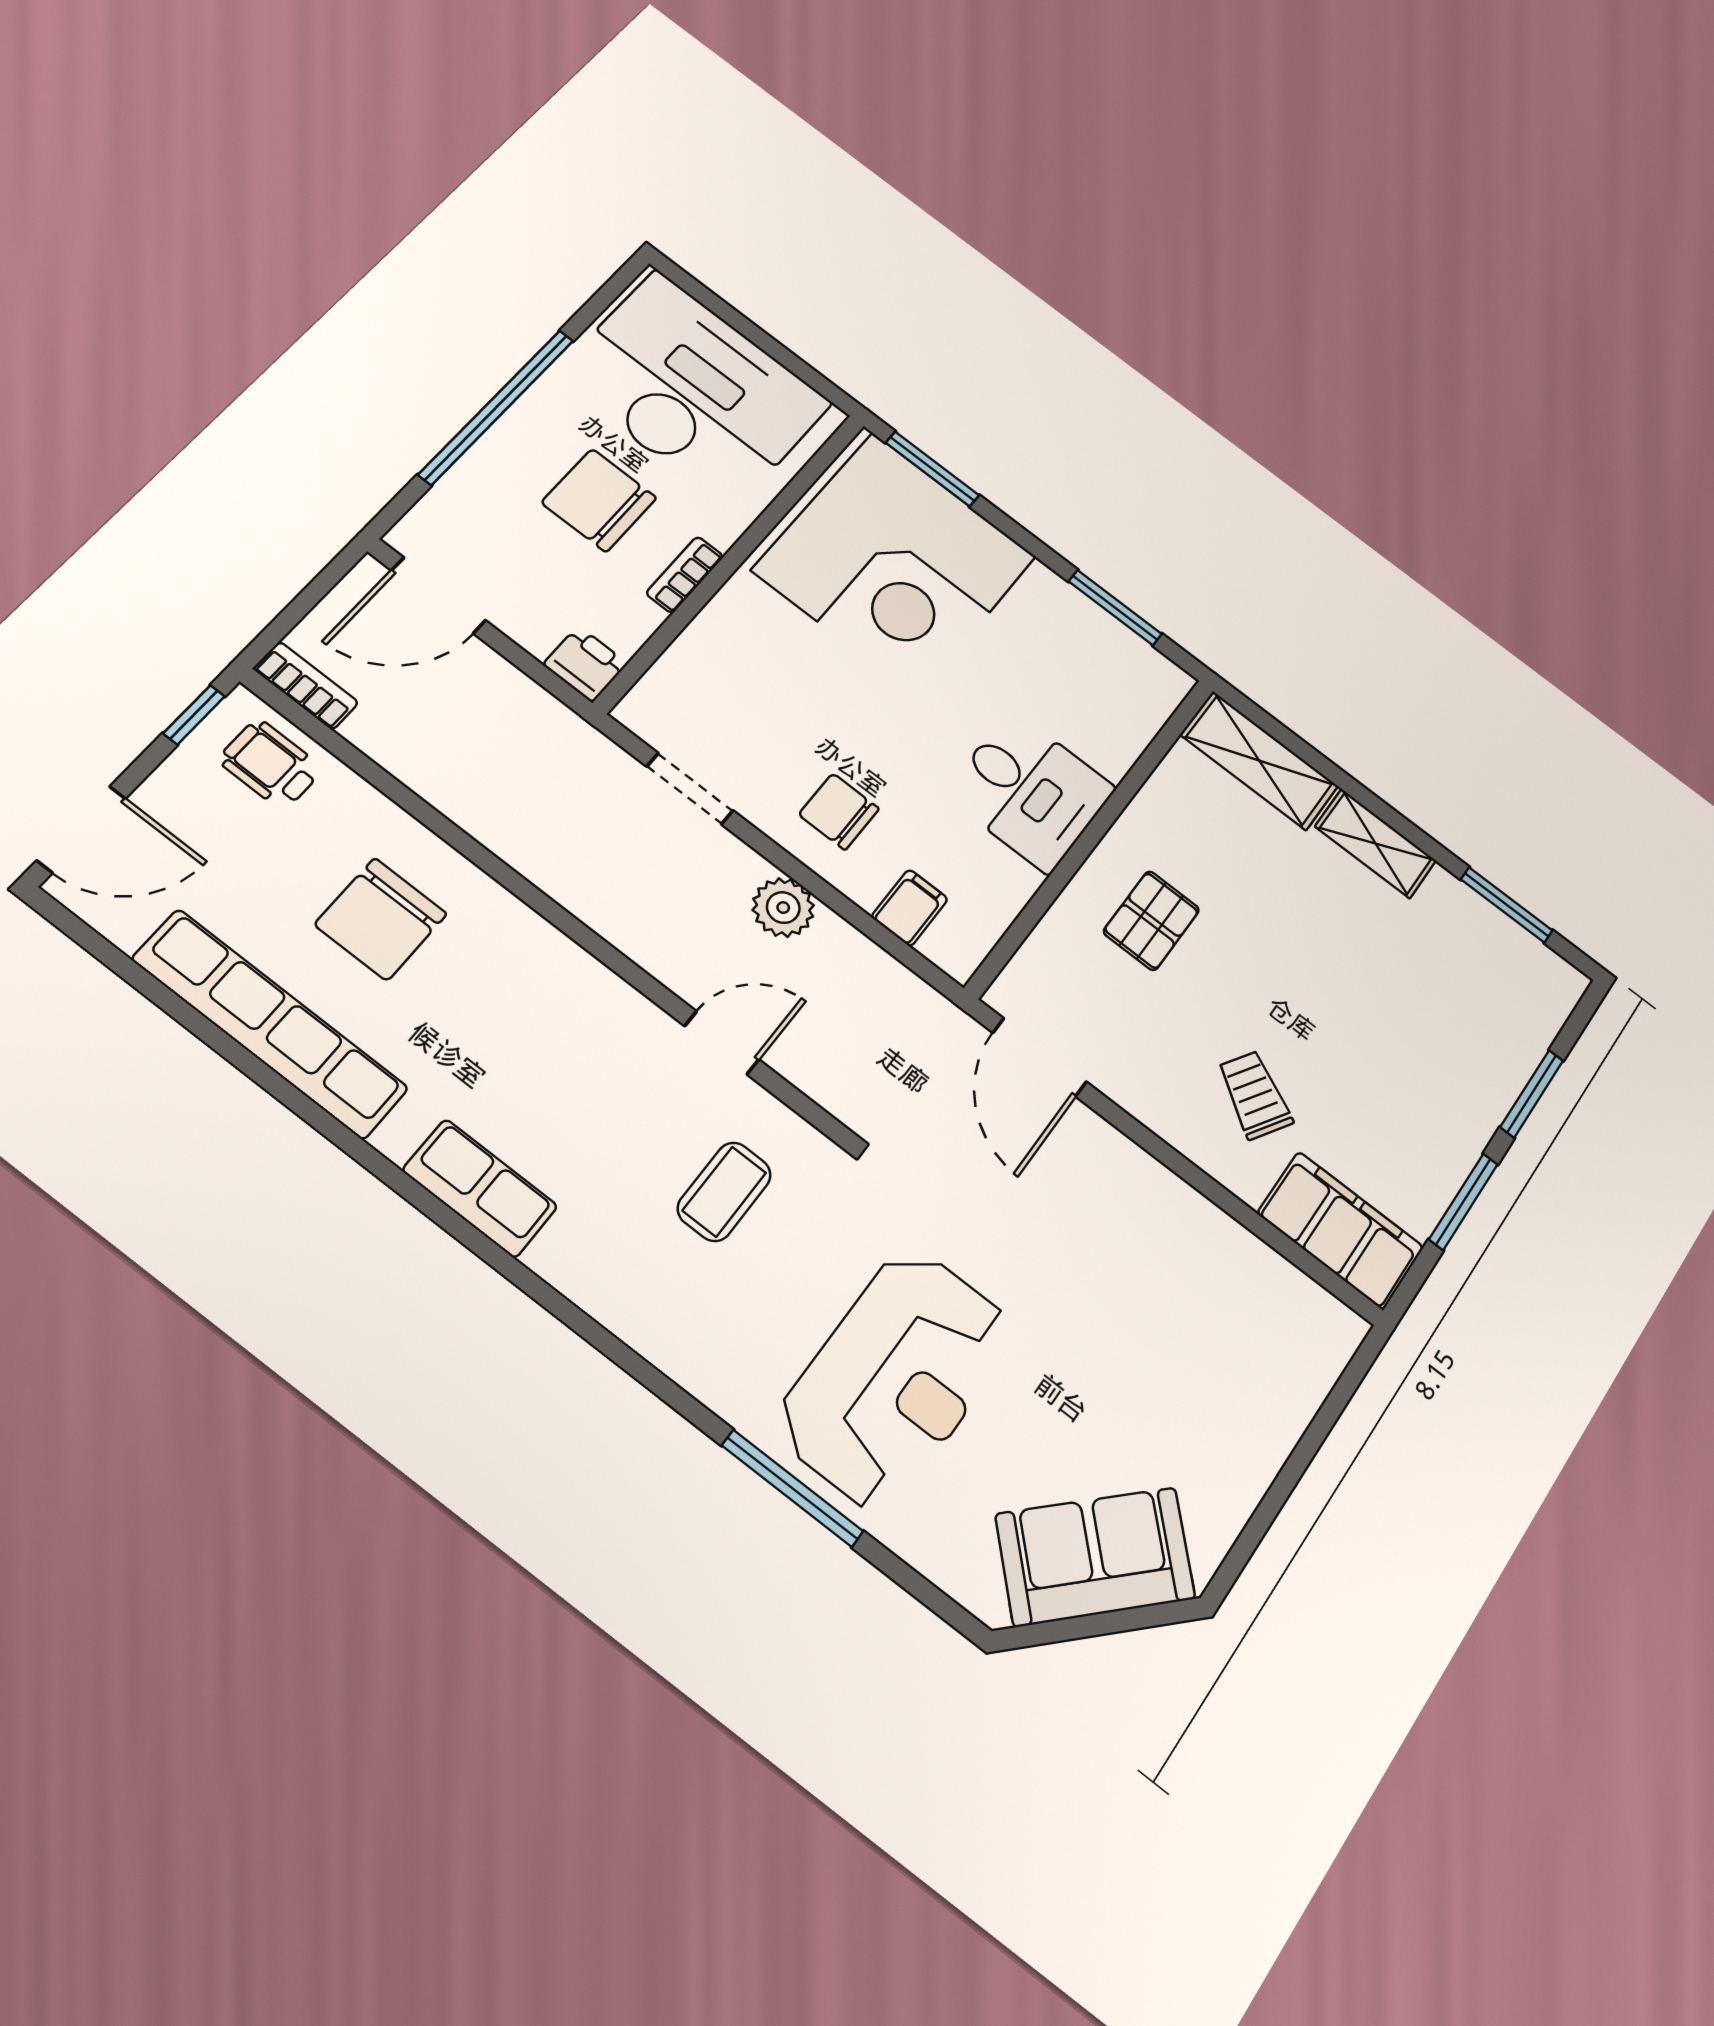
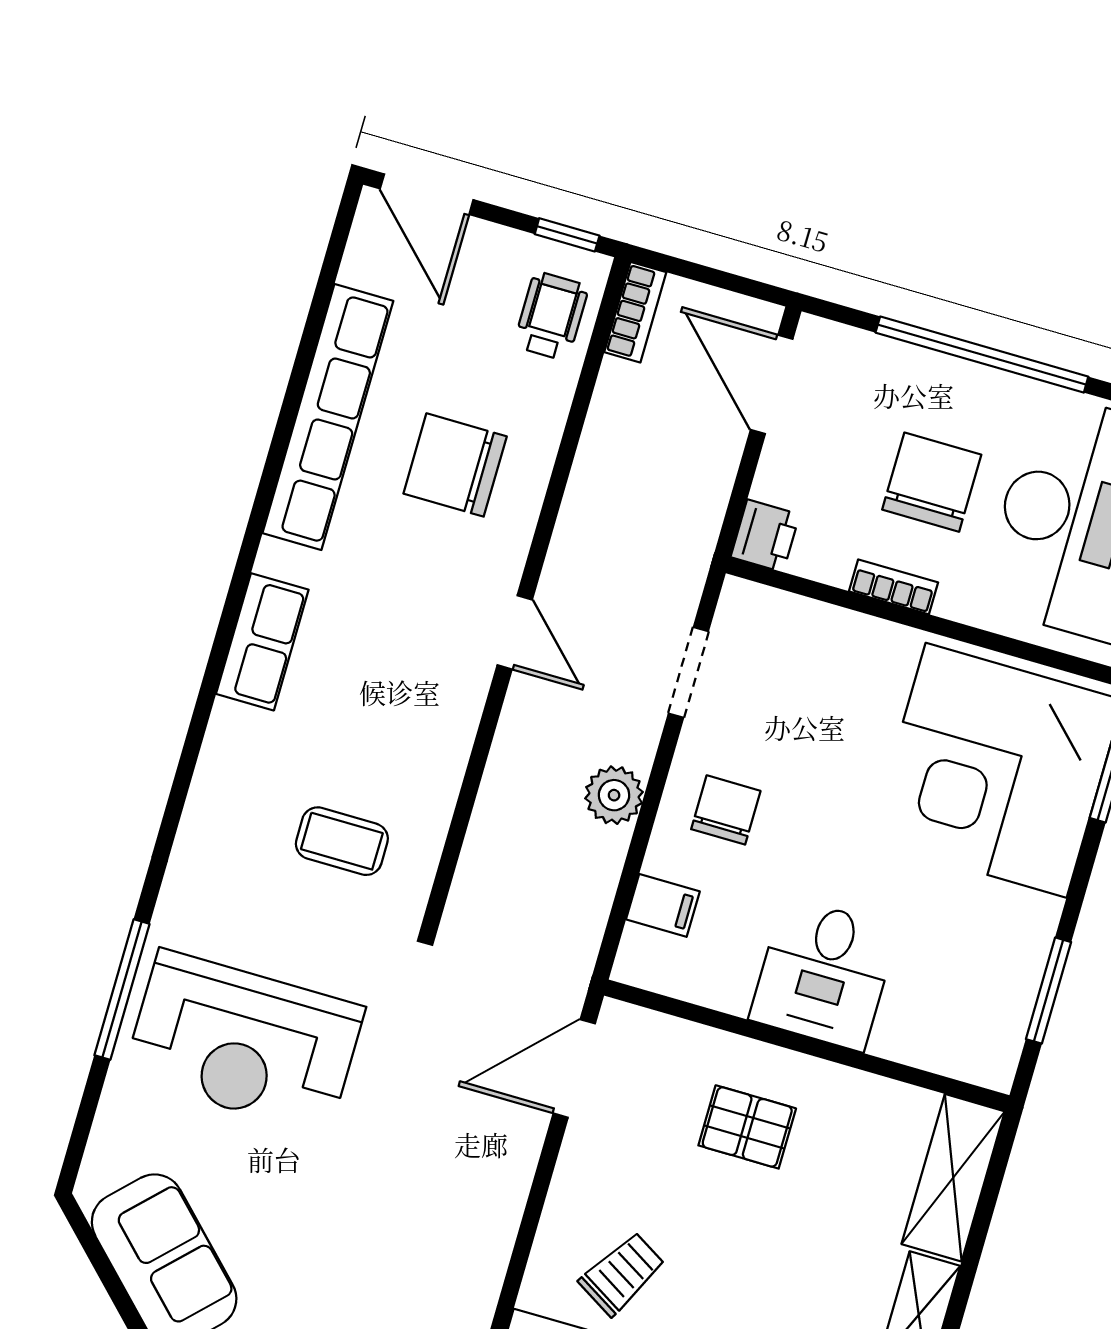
door: (722, 1043) -> (515, 632), moved

